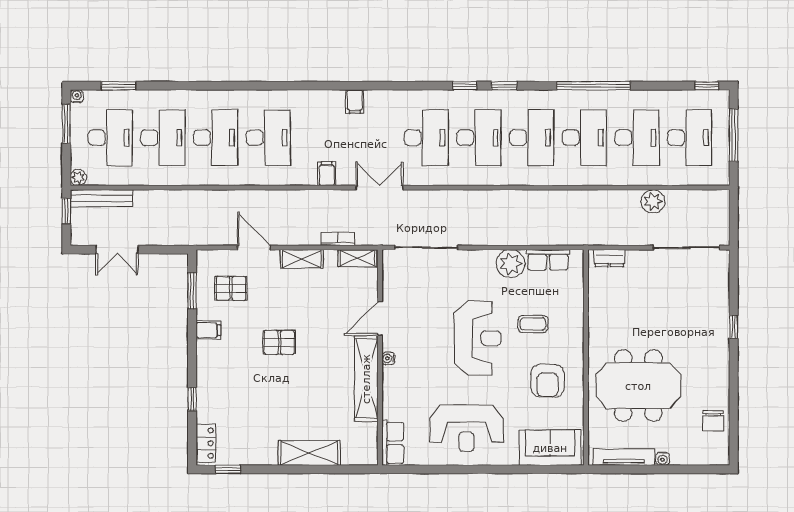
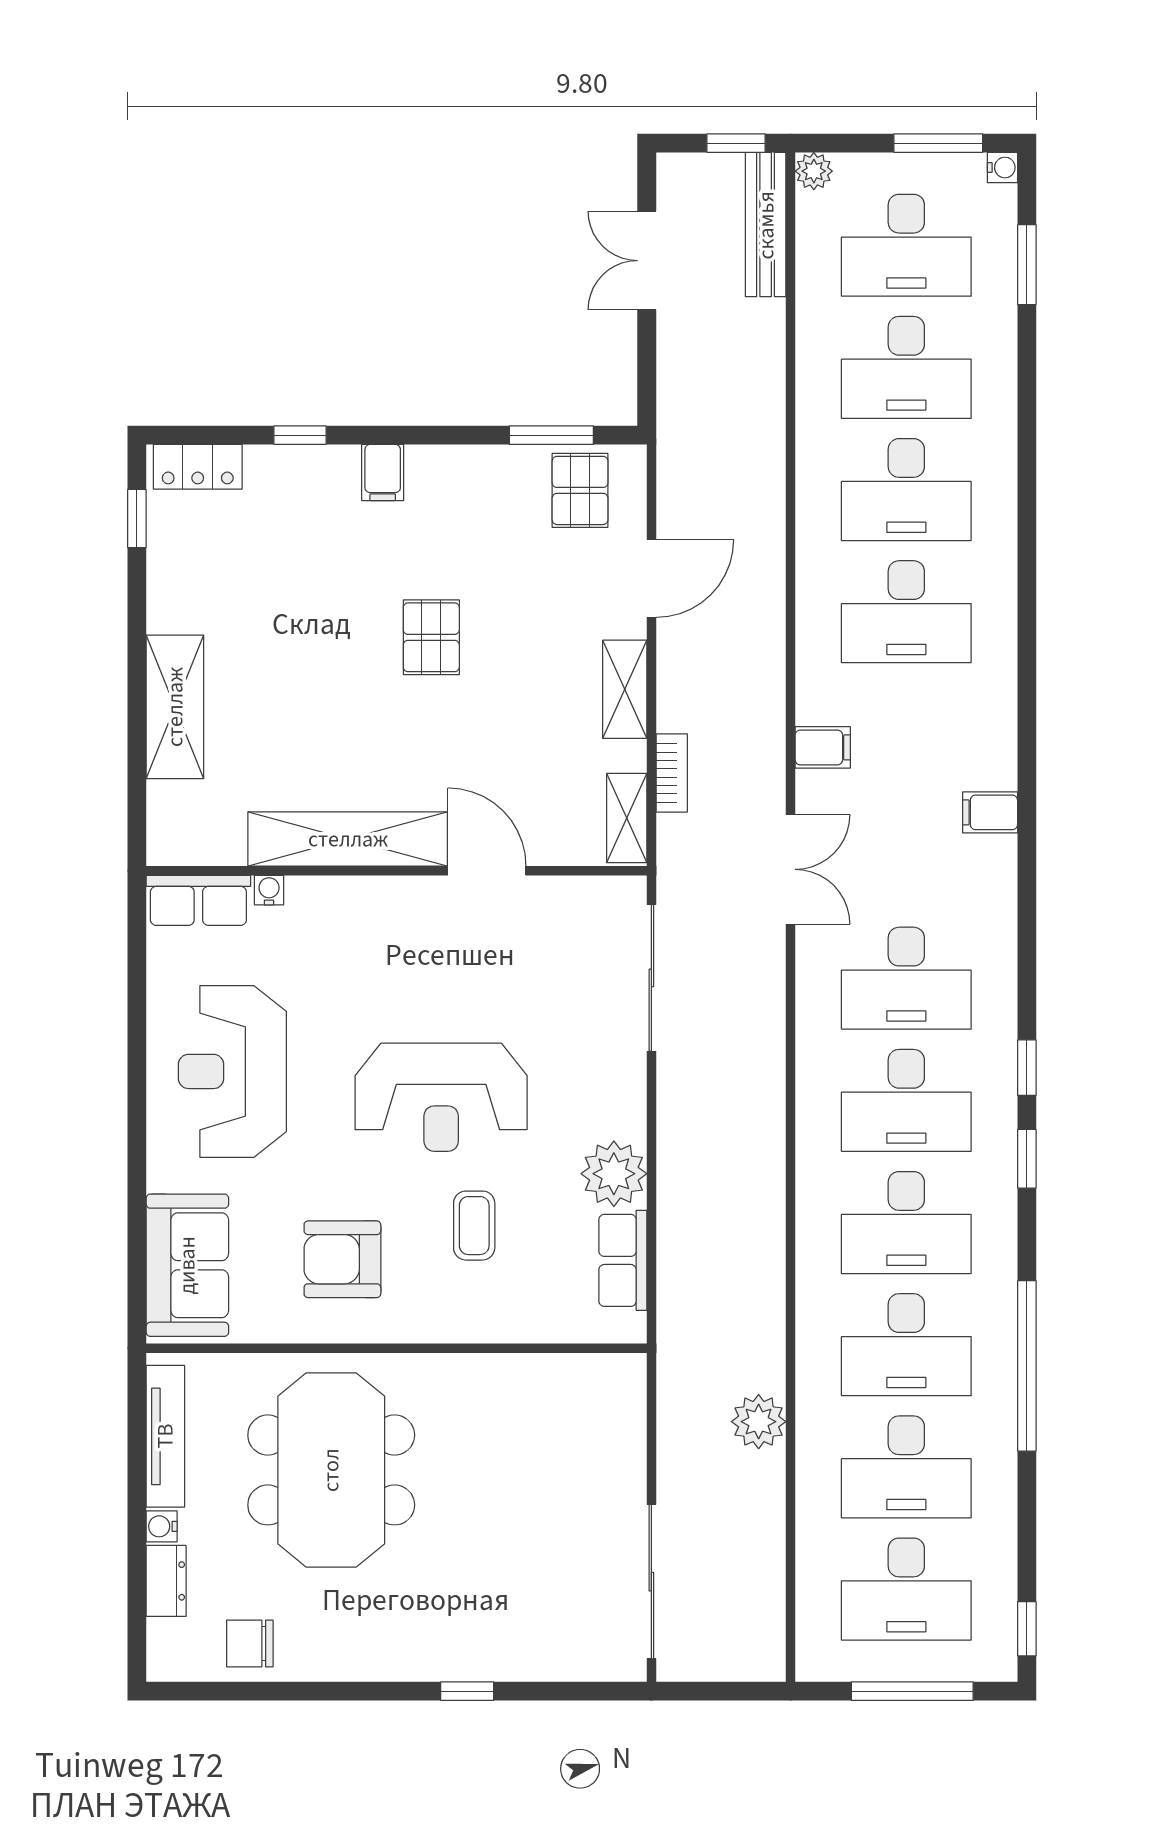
plant: (653, 201) -> (759, 1422), moved
dresser: (609, 258) -> (166, 1581), moved, turned 180
pallet: (231, 288) -> (580, 490), moved
filing cabinet: (208, 330) -> (383, 472), moved
water cooler: (388, 358) -> (269, 890), moved

